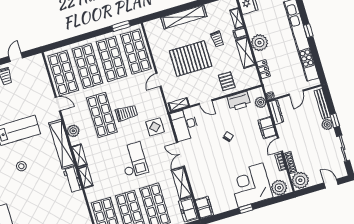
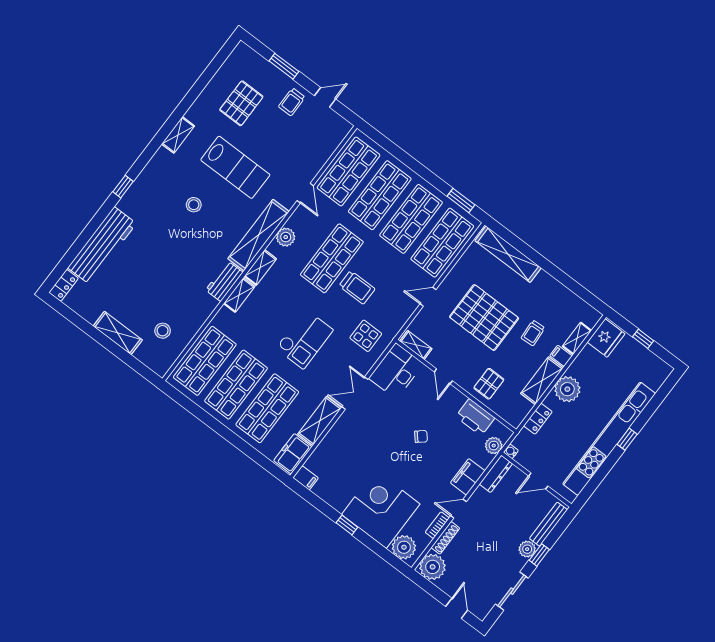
shelving: (184, 17) -> (508, 254), moved
filing cabinet: (204, 207) -> (306, 478), width x0.50

